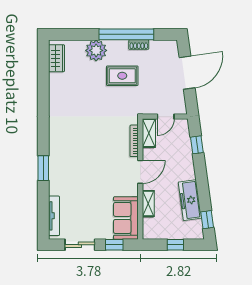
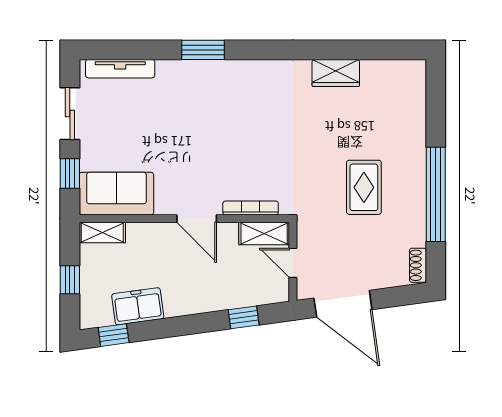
shoe rack: (139, 45) -> (418, 265), moved
plant: (96, 50) -> (408, 142), removed
wardrobe: (57, 58) -> (336, 73), moved
door: (187, 73) -> (343, 304), moved
freezer: (190, 200) -> (138, 306), width x0.71
shelving: (148, 204) -> (102, 232), moved

